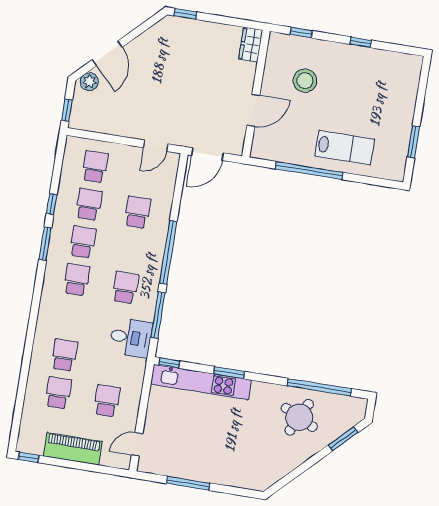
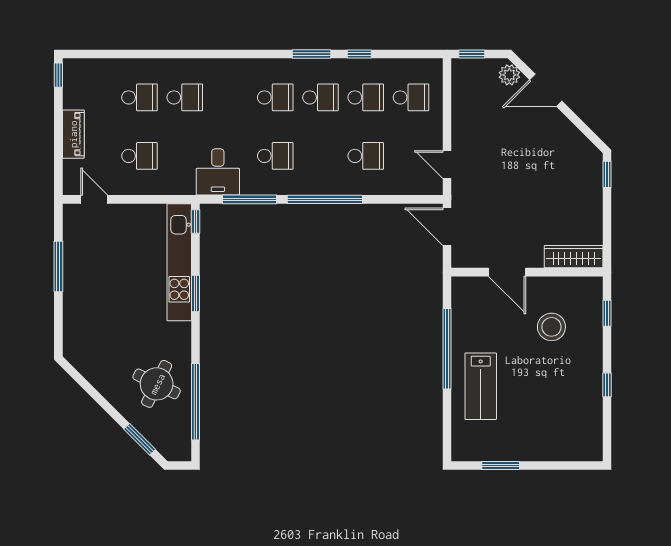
wardrobe: (251, 45) -> (574, 257), width x1.50
piano: (73, 449) -> (73, 134), width x0.73, depth x0.75

